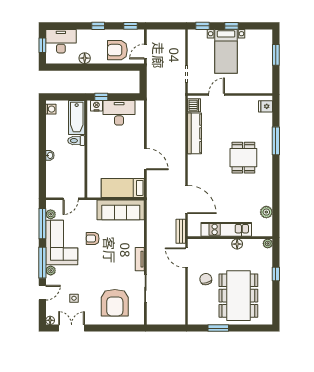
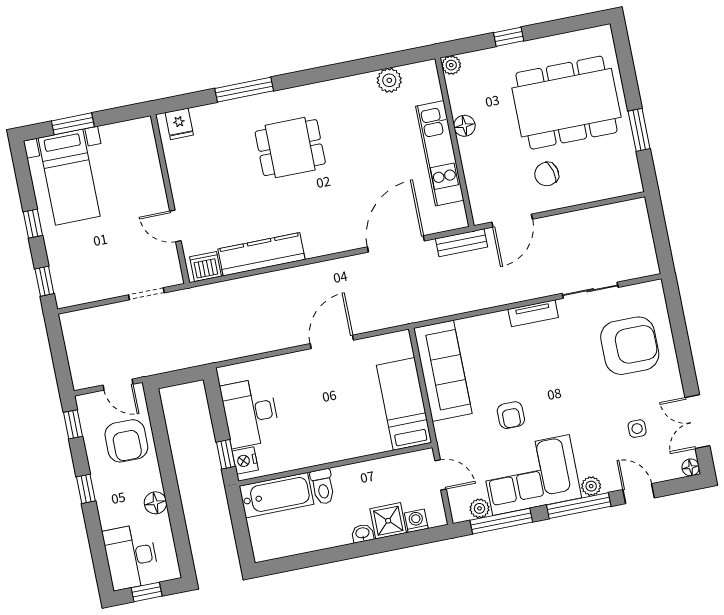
bed with nightstands: (226, 51) -> (69, 177), moved, turned 90
washing machine: (51, 109) -> (416, 521), moved
shower: (53, 169) -> (388, 521), added
bed: (123, 188) -> (404, 404), moved, turned 180

